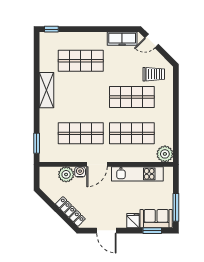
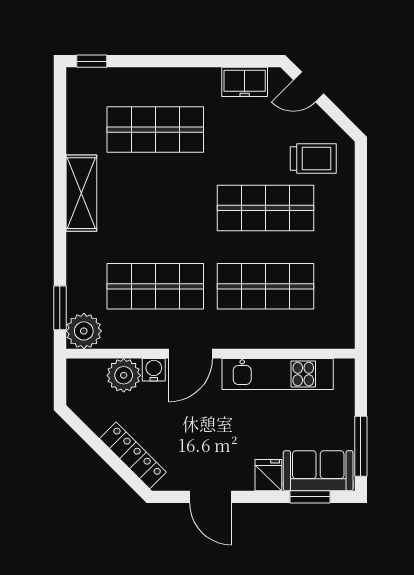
freezer: (122, 39) -> (245, 82), width x0.71
plant: (165, 154) -> (84, 331), moved

